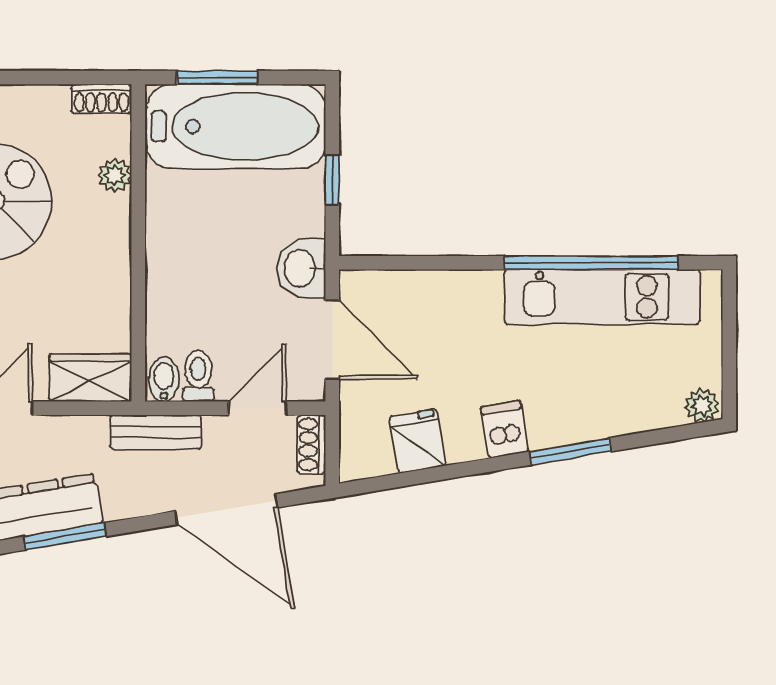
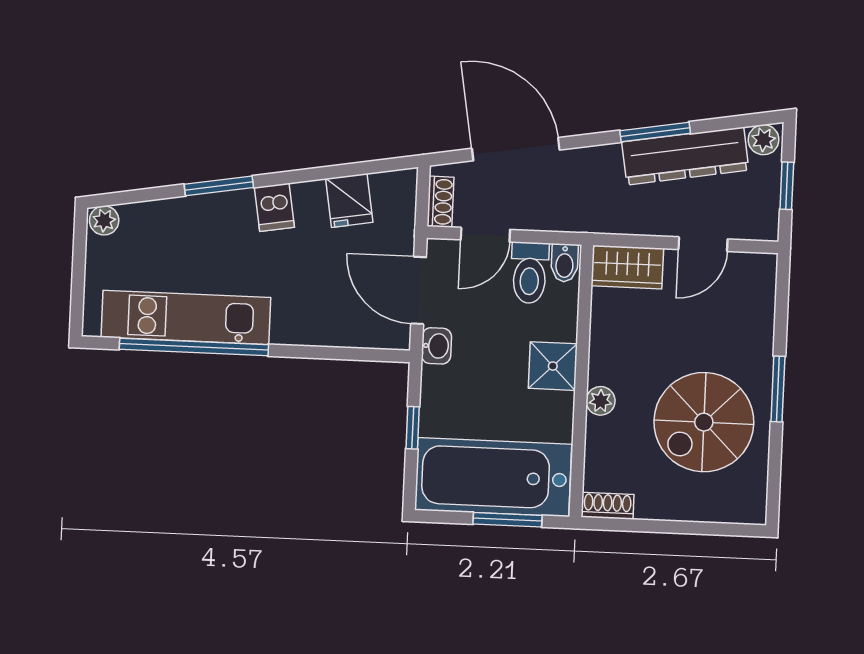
plant: (115, 175) -> (601, 401), moved
shower: (172, 259) -> (553, 366), added
washbasin: (301, 268) -> (436, 346), width x0.72, depth x0.69
toilet: (198, 376) -> (530, 273), width x1.37, depth x1.39
bench: (156, 432) -> (573, 218), removed

